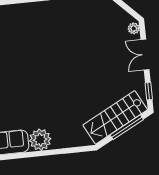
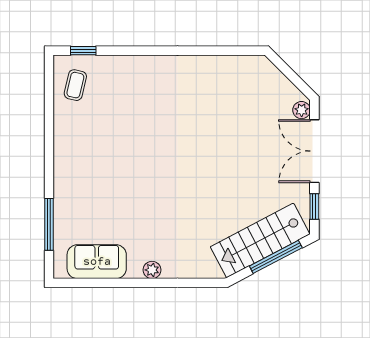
double door: (145, 55) -> (314, 151), width x1.37
plant: (40, 140) -> (152, 270), width x0.53, depth x0.53

